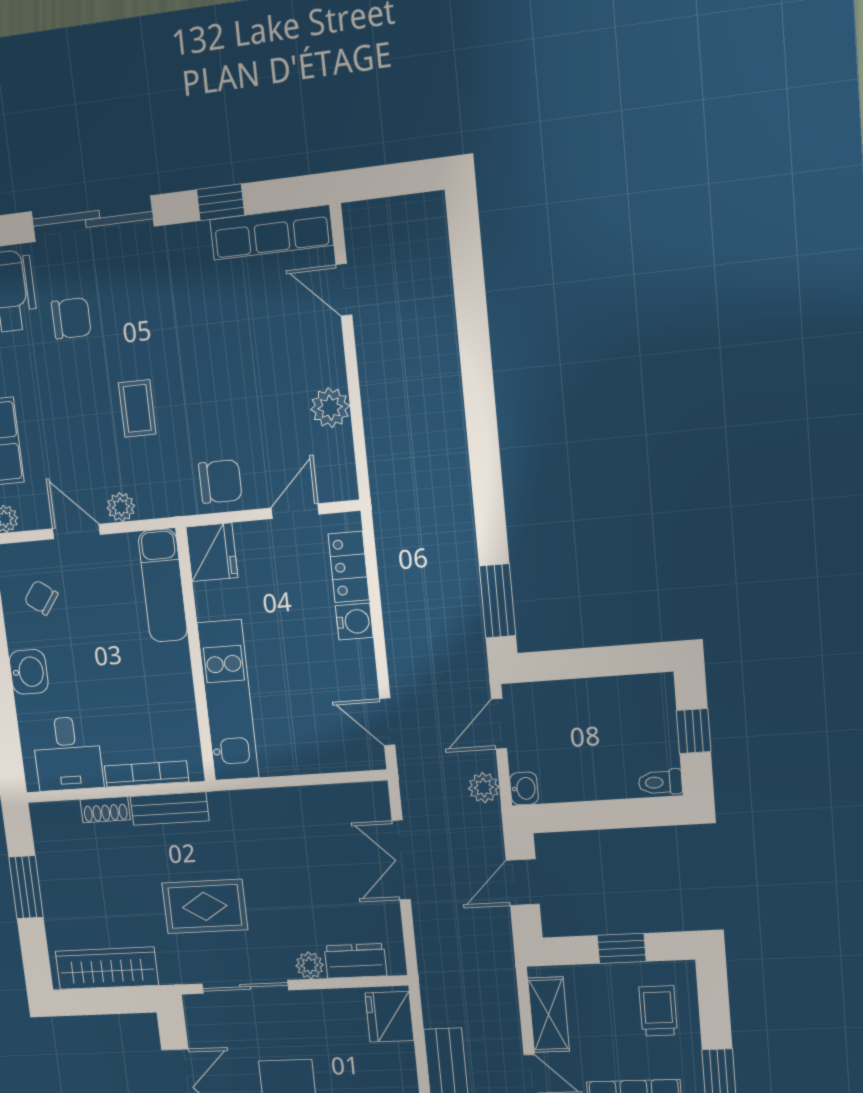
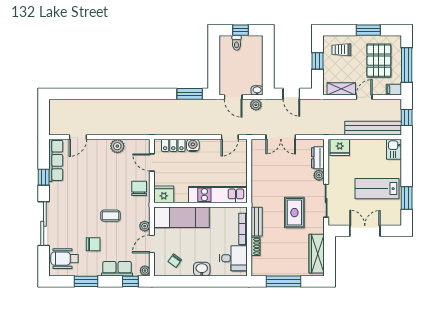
chair: (71, 318) -> (93, 244), moved, turned 90
exam couch: (163, 586) -> (182, 217), width x1.36, depth x1.45
toilet: (660, 782) -> (237, 43), moved
window: (26, 887) -> (283, 281), width x1.44

